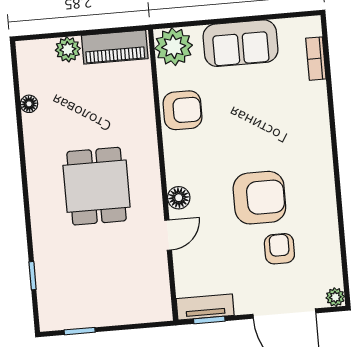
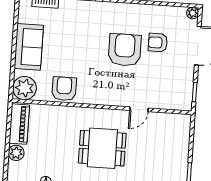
floor lamp: (179, 198) -> (117, 99), removed
door: (168, 235) -> (139, 109), swing flipped
tv unit: (205, 307) -> (186, 93), removed

